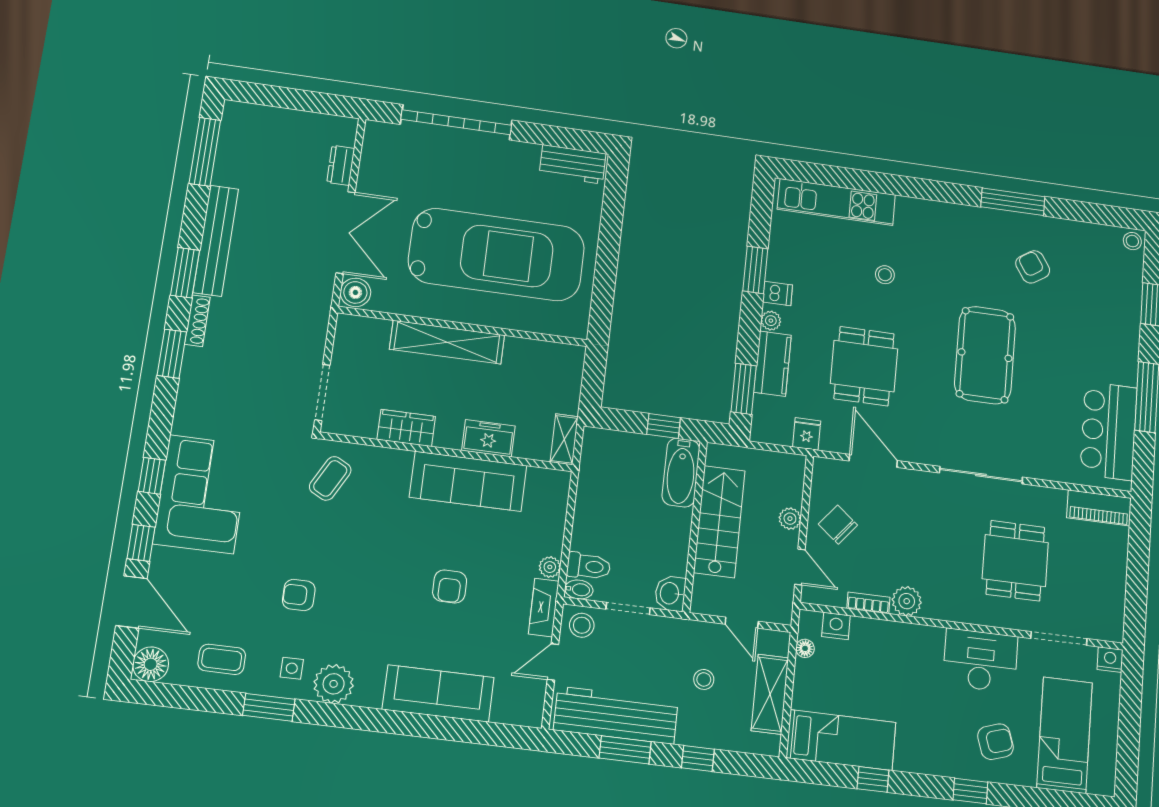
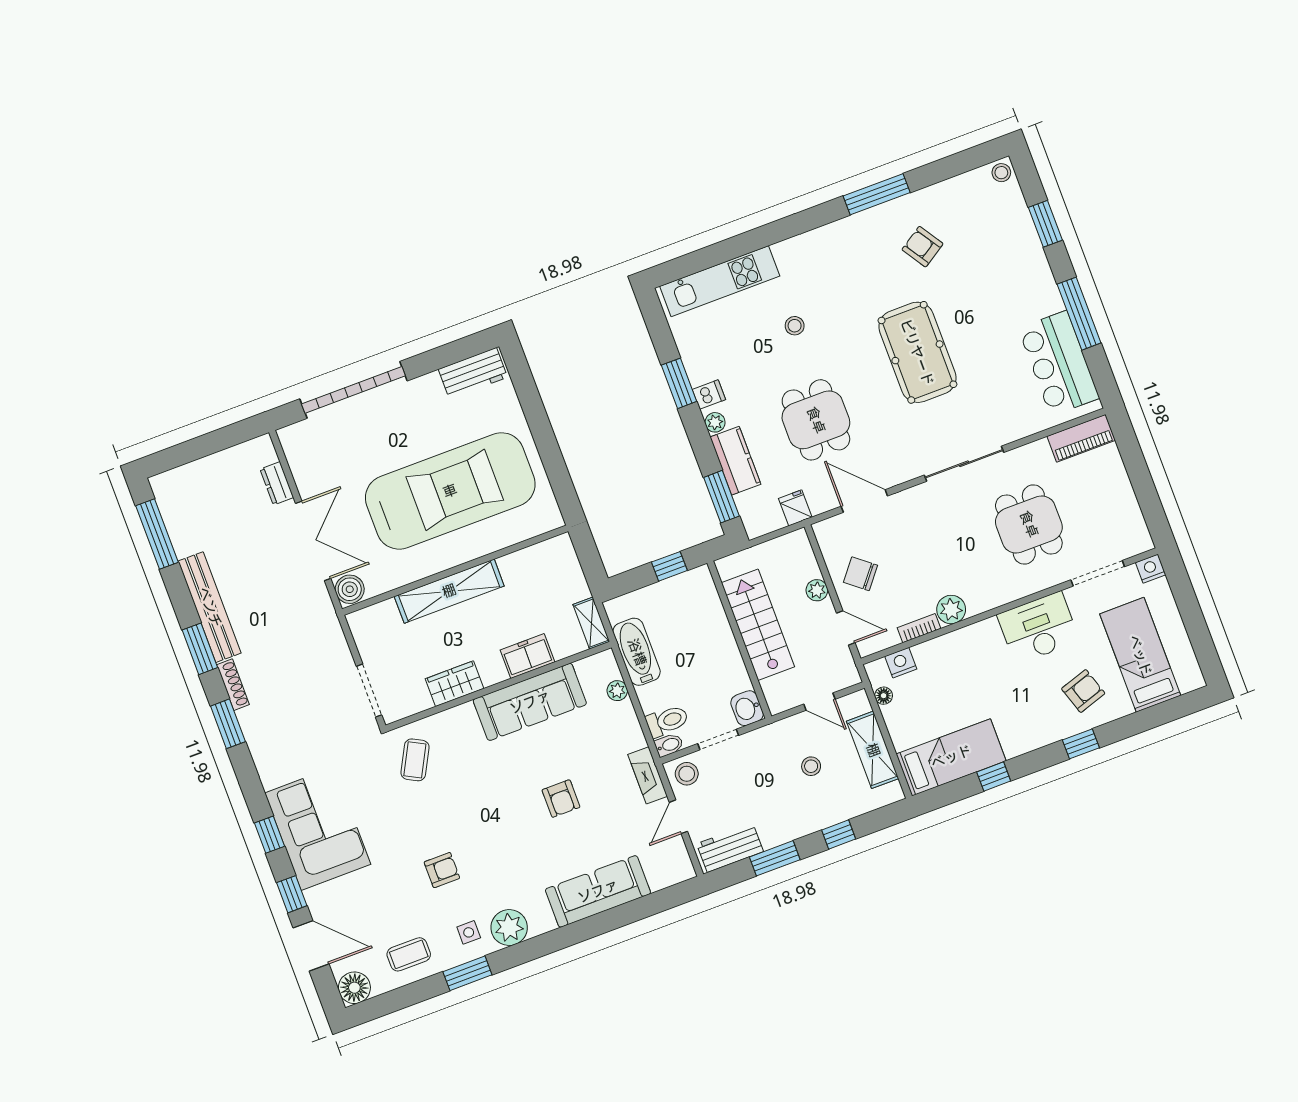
bathtub: (681, 473) -> (637, 652), moved, turned 180
plant: (550, 567) -> (617, 691), moved
armchair: (299, 595) -> (442, 870), turned 180
workbench: (616, 715) -> (730, 848), width x0.53, depth x0.76

